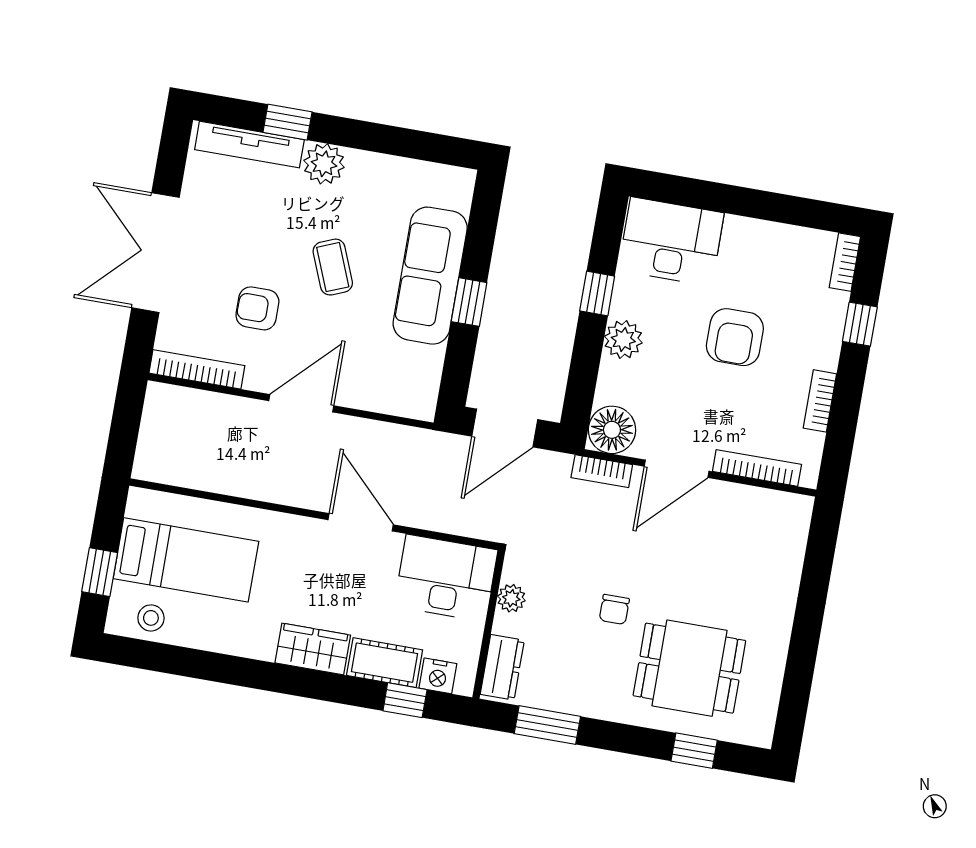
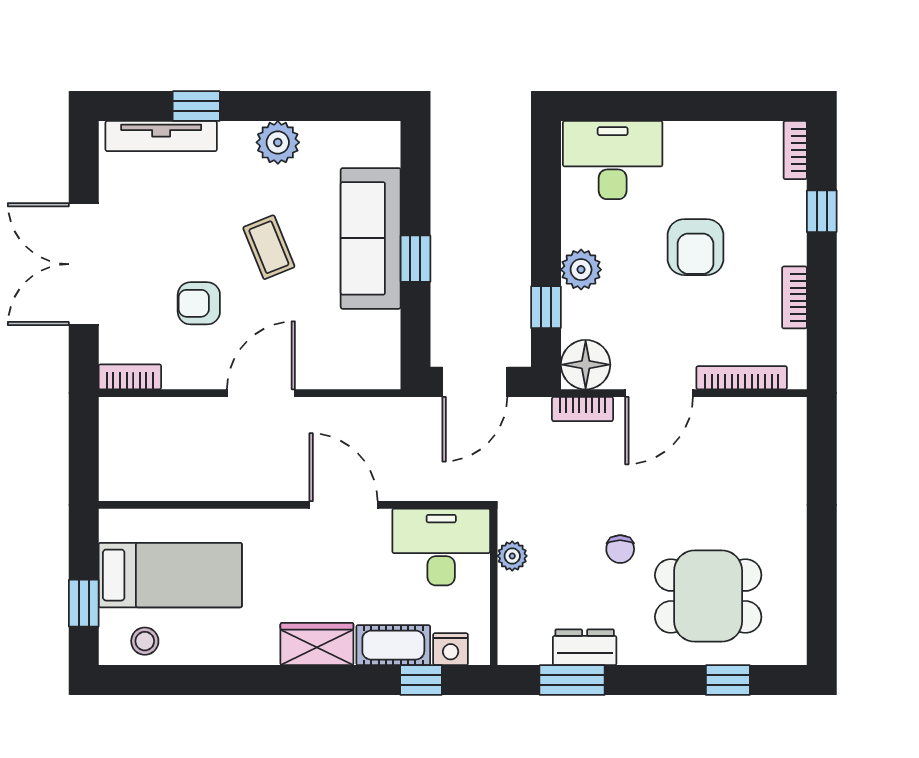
plant: (324, 164) -> (278, 142), moved
window: (597, 294) -> (546, 307), moved
bookcase: (197, 369) -> (130, 377), width x0.64
dresser: (502, 667) -> (585, 647), moved, turned -90

